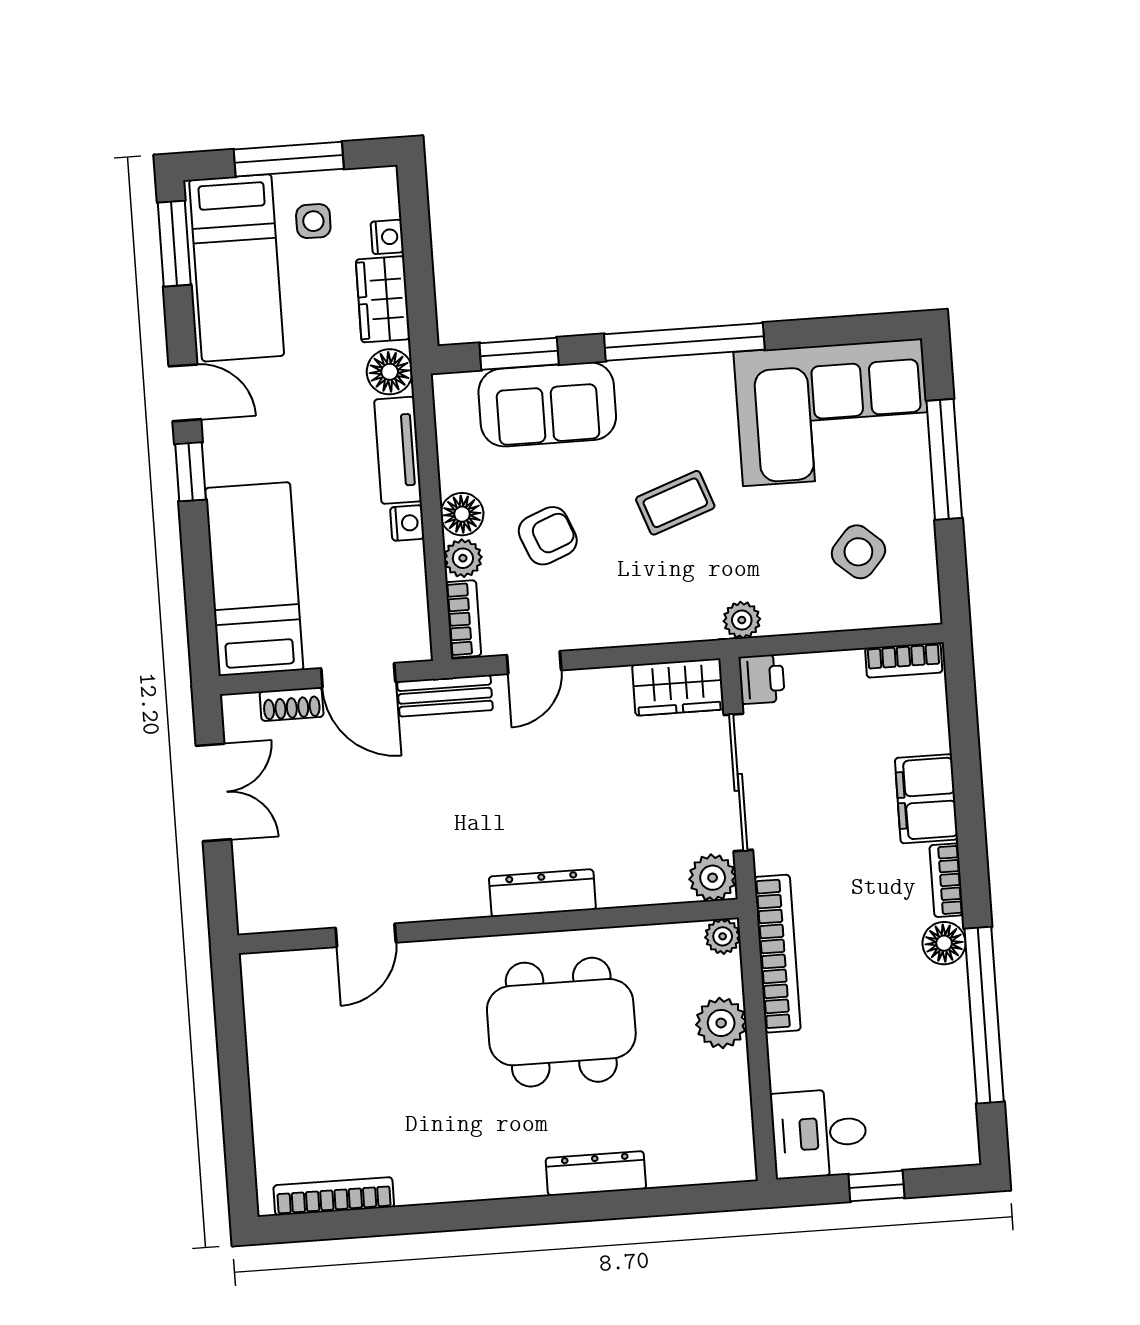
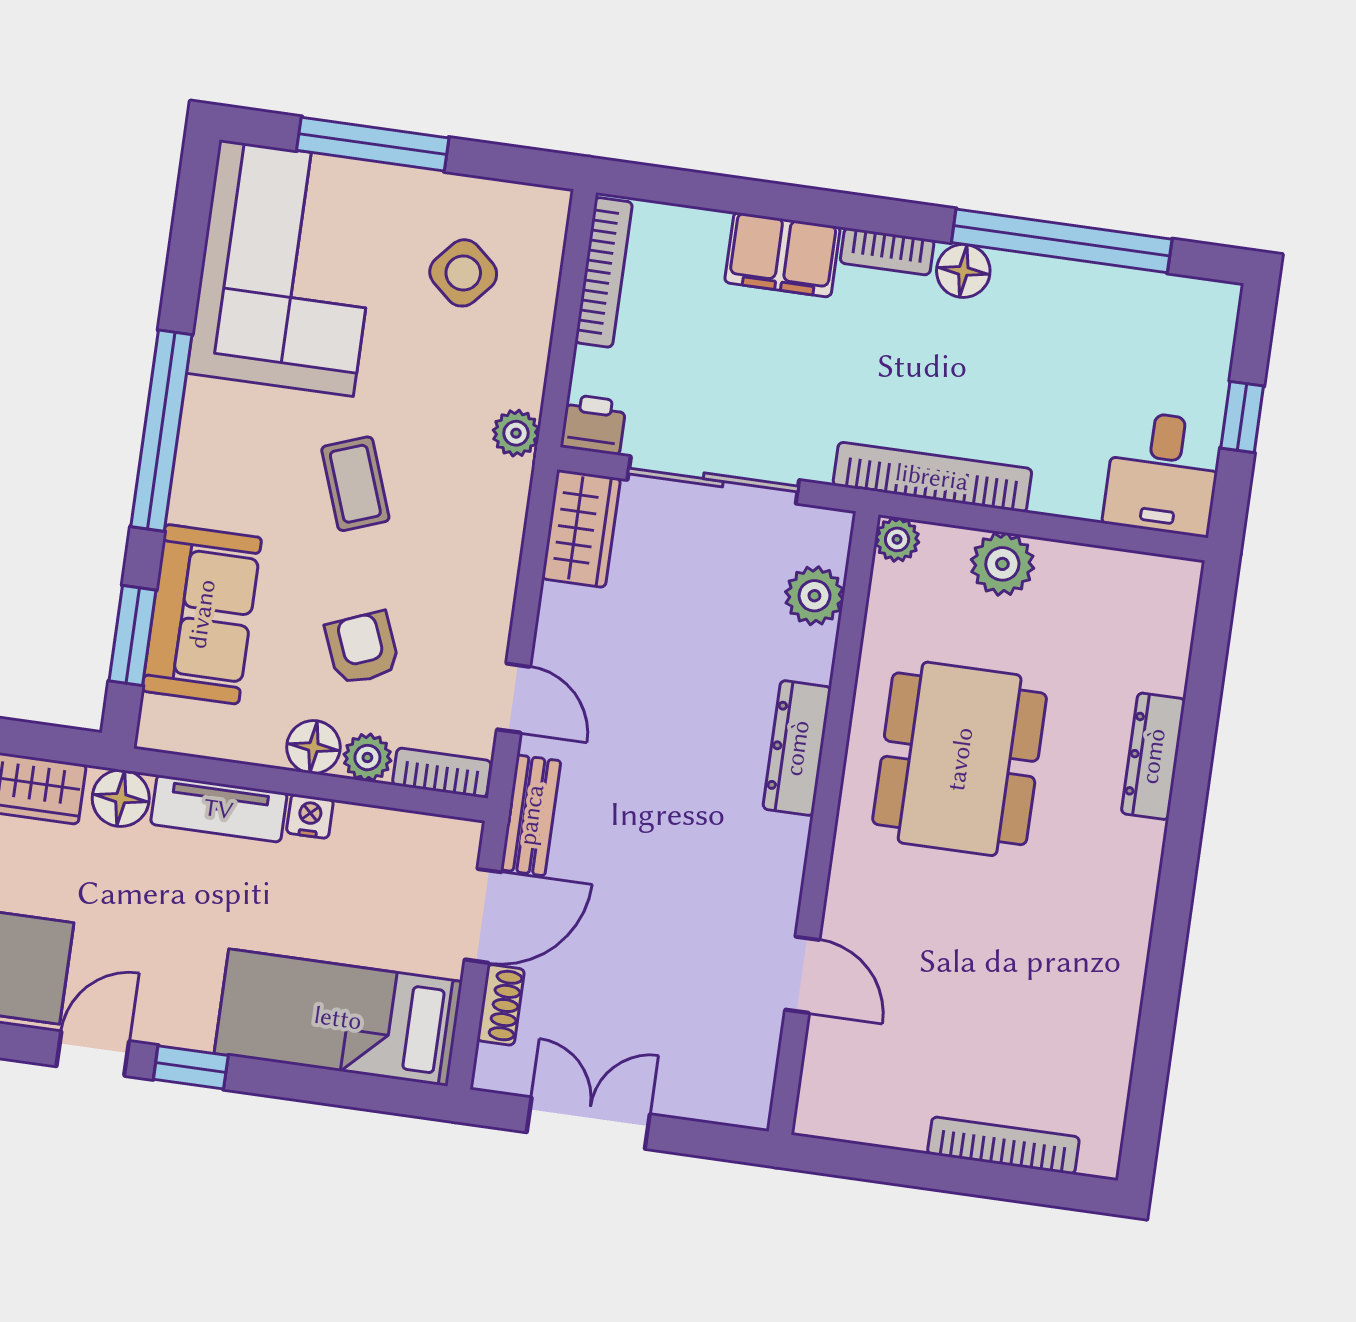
bookcase: (904, 660) -> (604, 272), width x1.56
plant: (713, 878) -> (814, 596), moved
bookcase: (334, 1196) -> (1003, 1145), moved, turned 90

